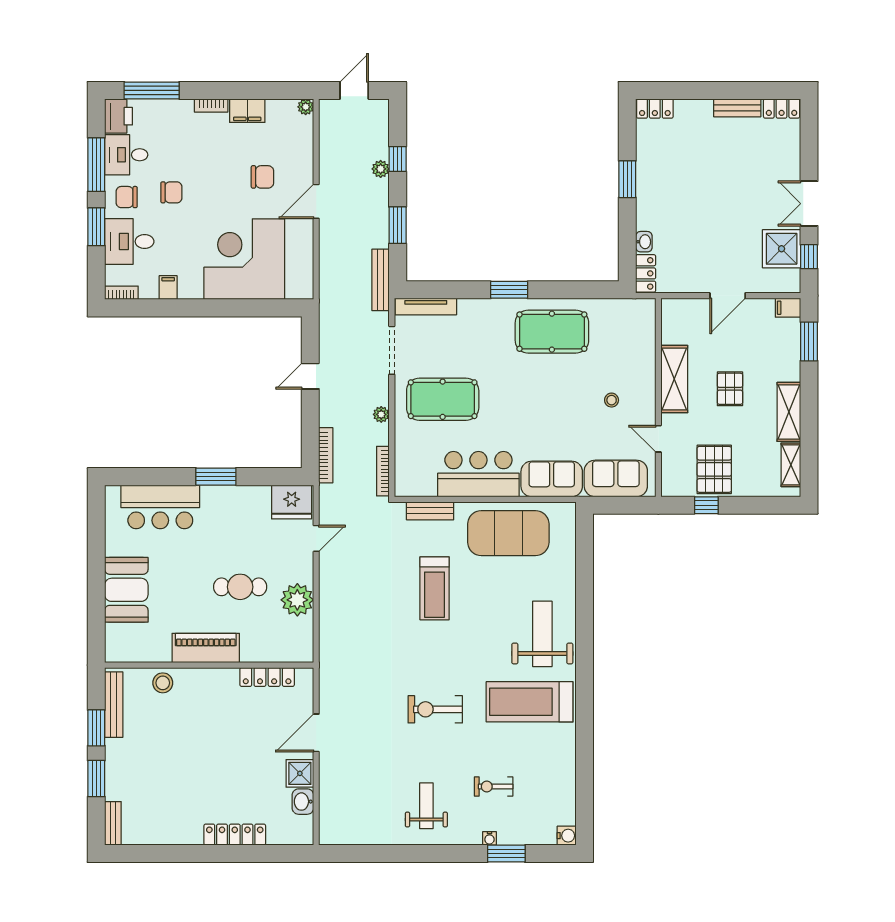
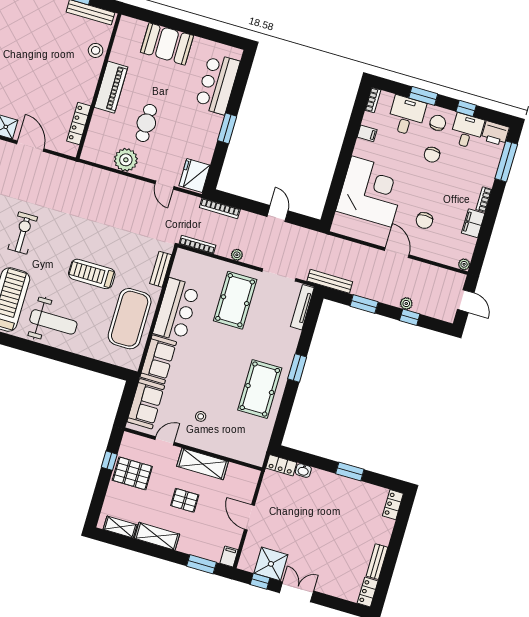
window: (96, 165) -> (466, 108), width x0.46
treadmill: (435, 588) -> (92, 274), moved

